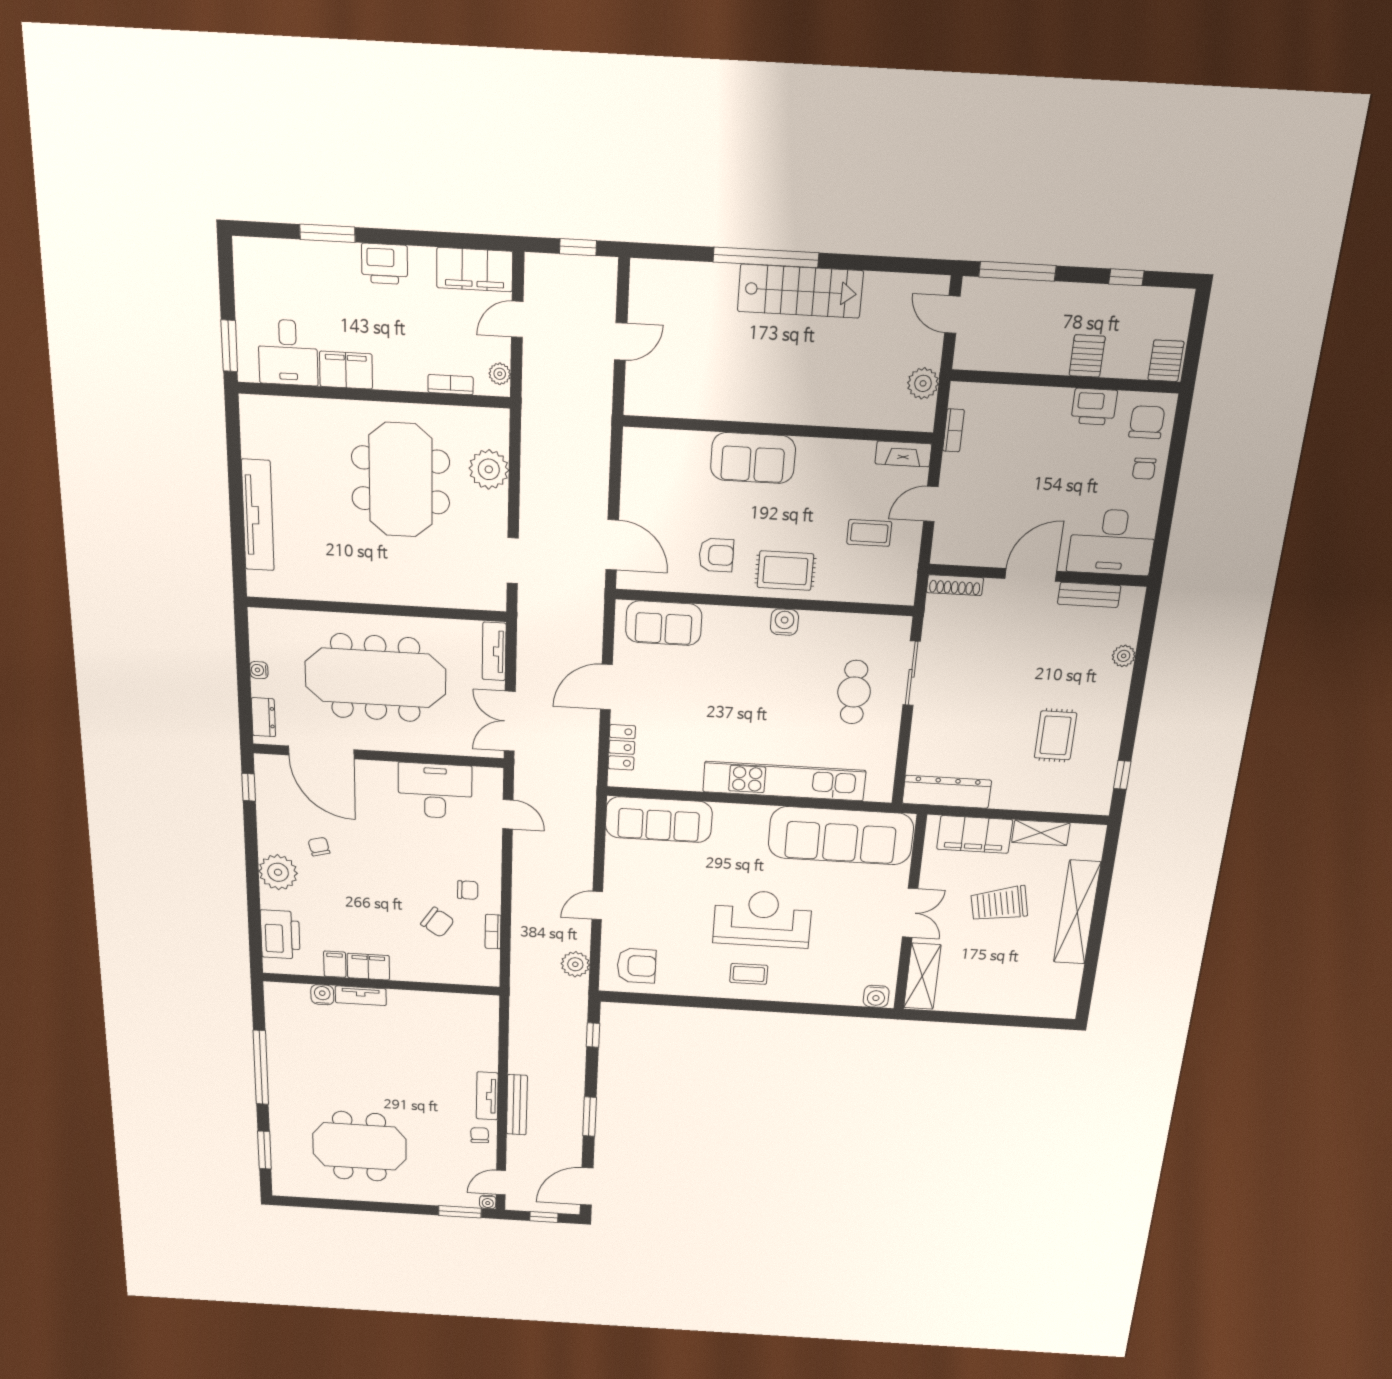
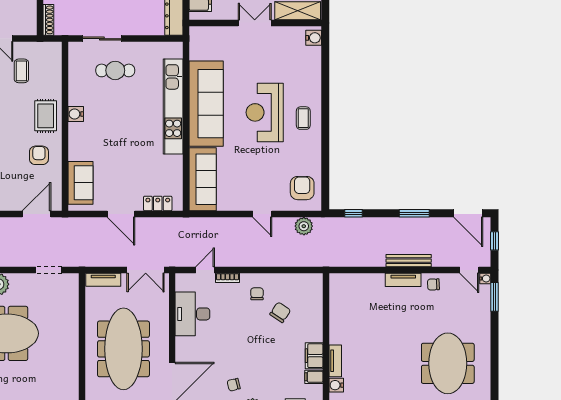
sofa: (841, 836) -> (206, 104), moved
bookcase: (493, 932) -> (227, 278), moved

